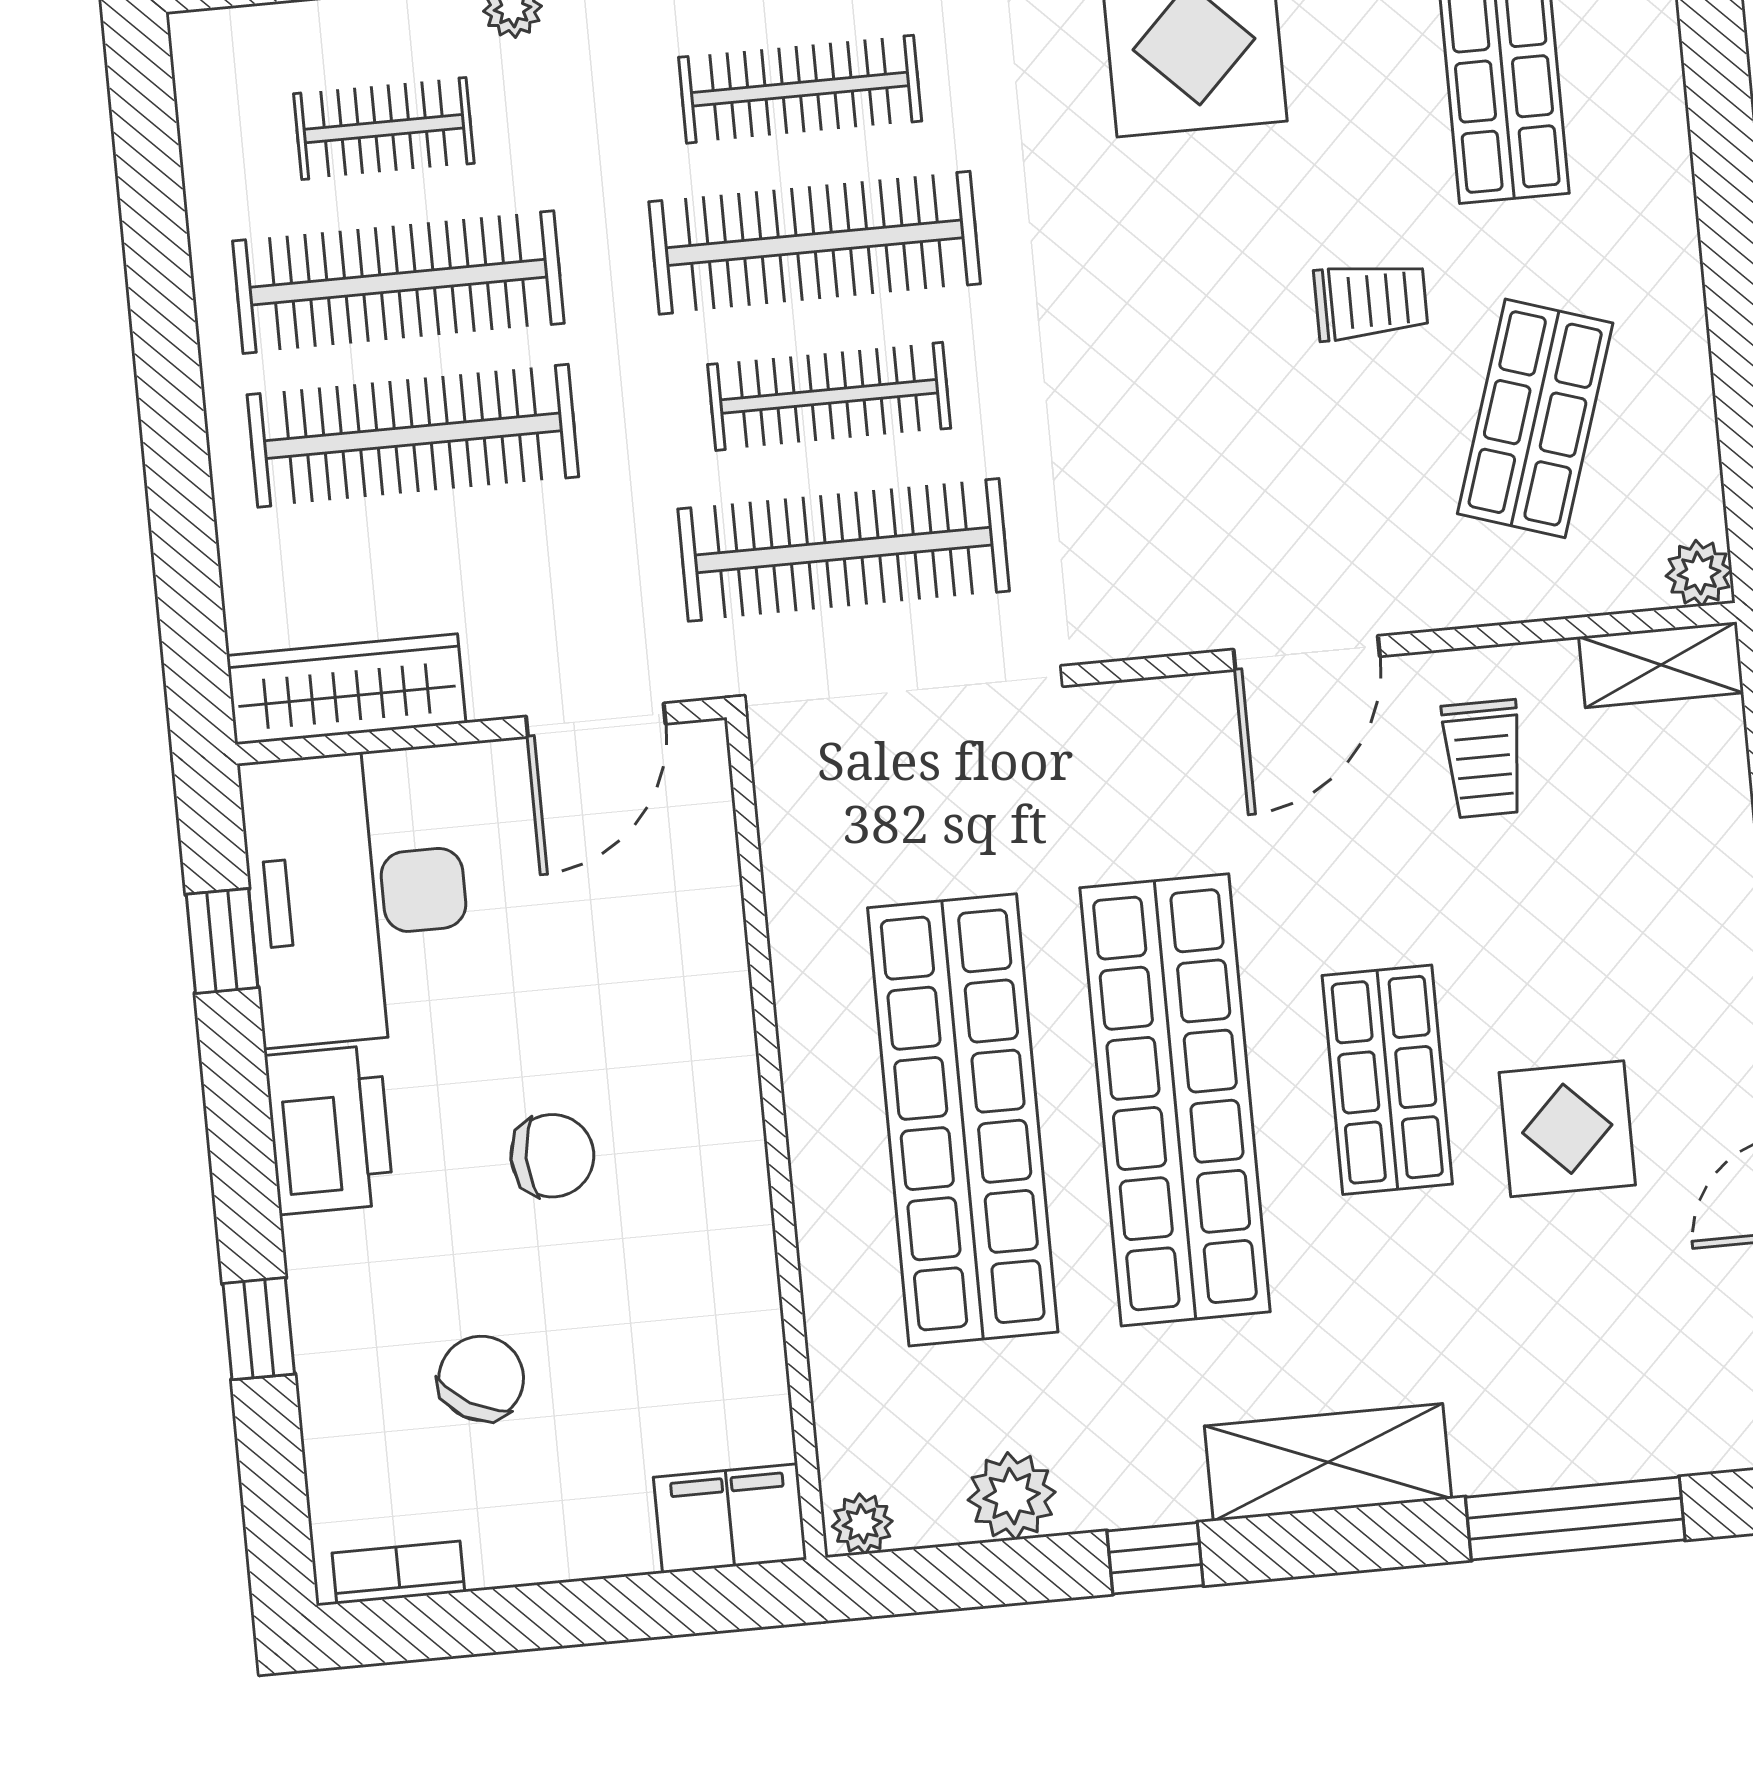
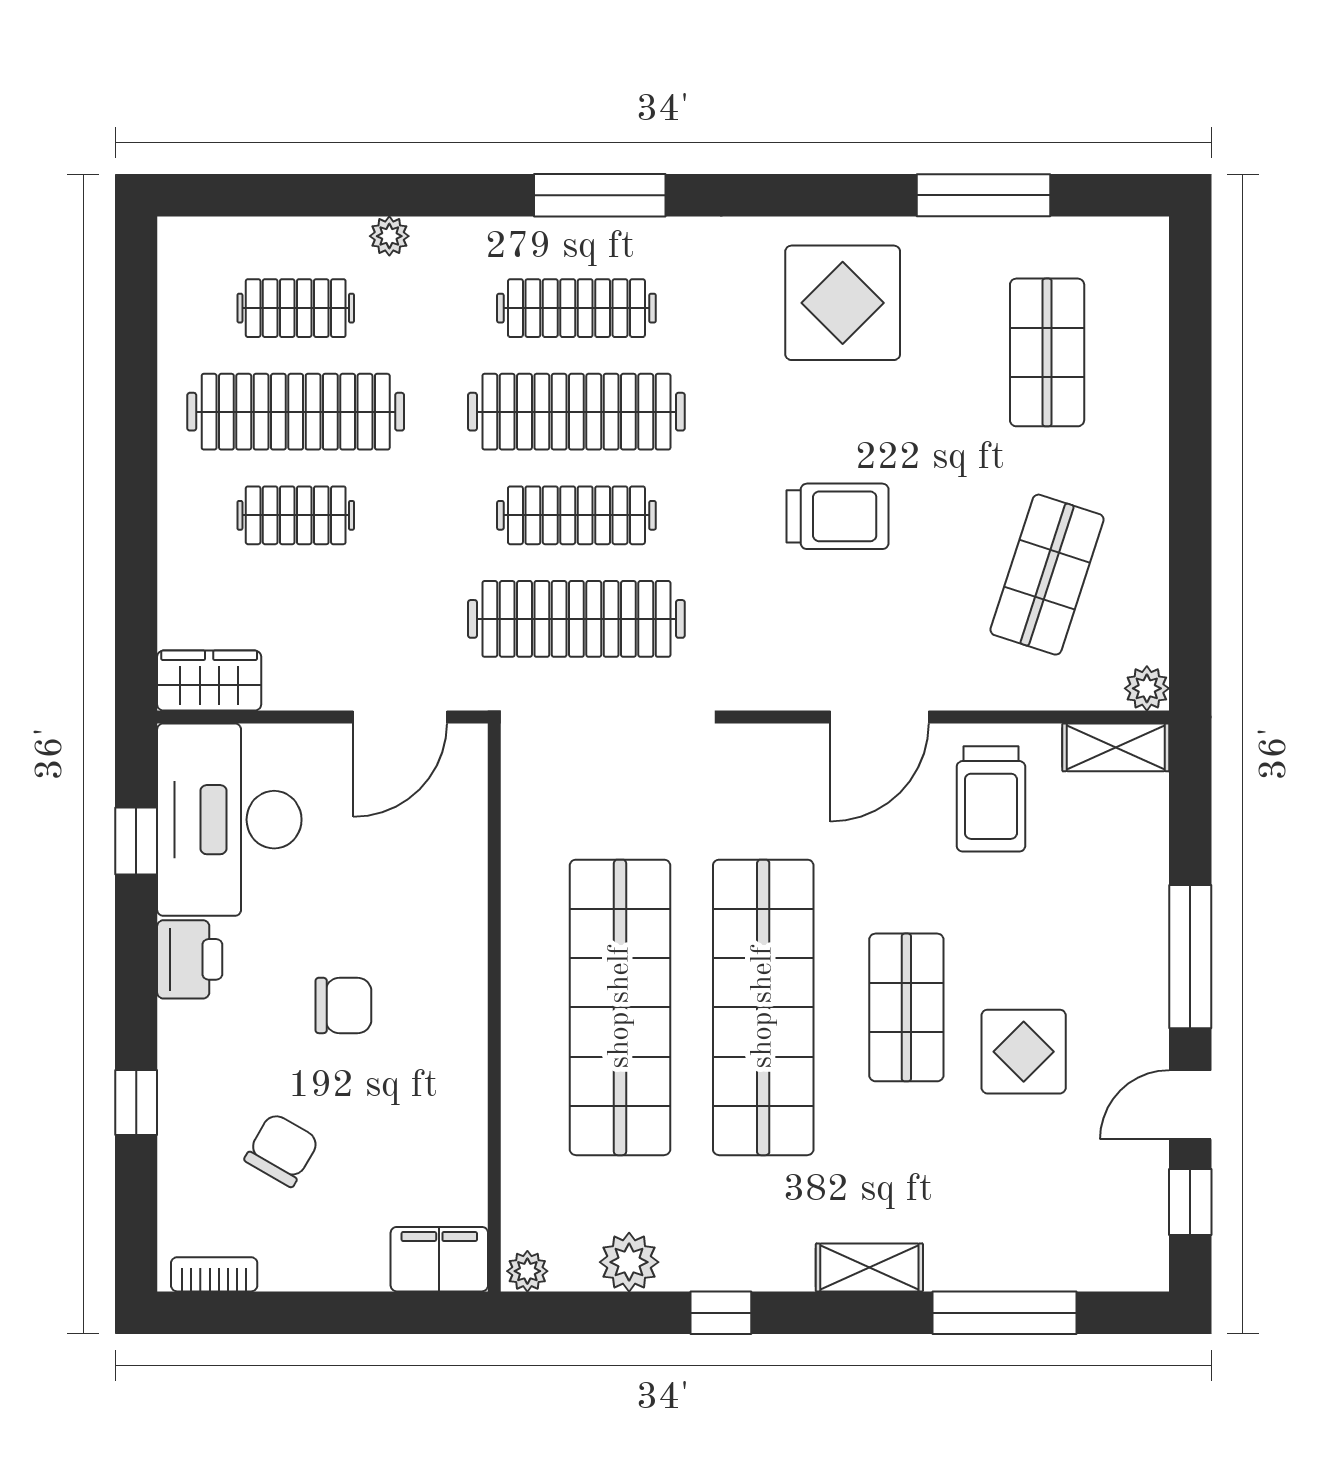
trolley: (1371, 301) -> (838, 516), moved, width x1.36, depth x1.39
clothes rail: (413, 436) -> (296, 515), width x0.54, depth x0.76
wardrobe: (346, 689) -> (209, 681), width x0.67
trolley: (1483, 759) -> (991, 799), width x1.36, depth x1.39
printer: (329, 1130) -> (190, 959), width x0.73, depth x0.84
shelving: (1328, 1462) -> (869, 1267), width x0.67, depth x0.75

